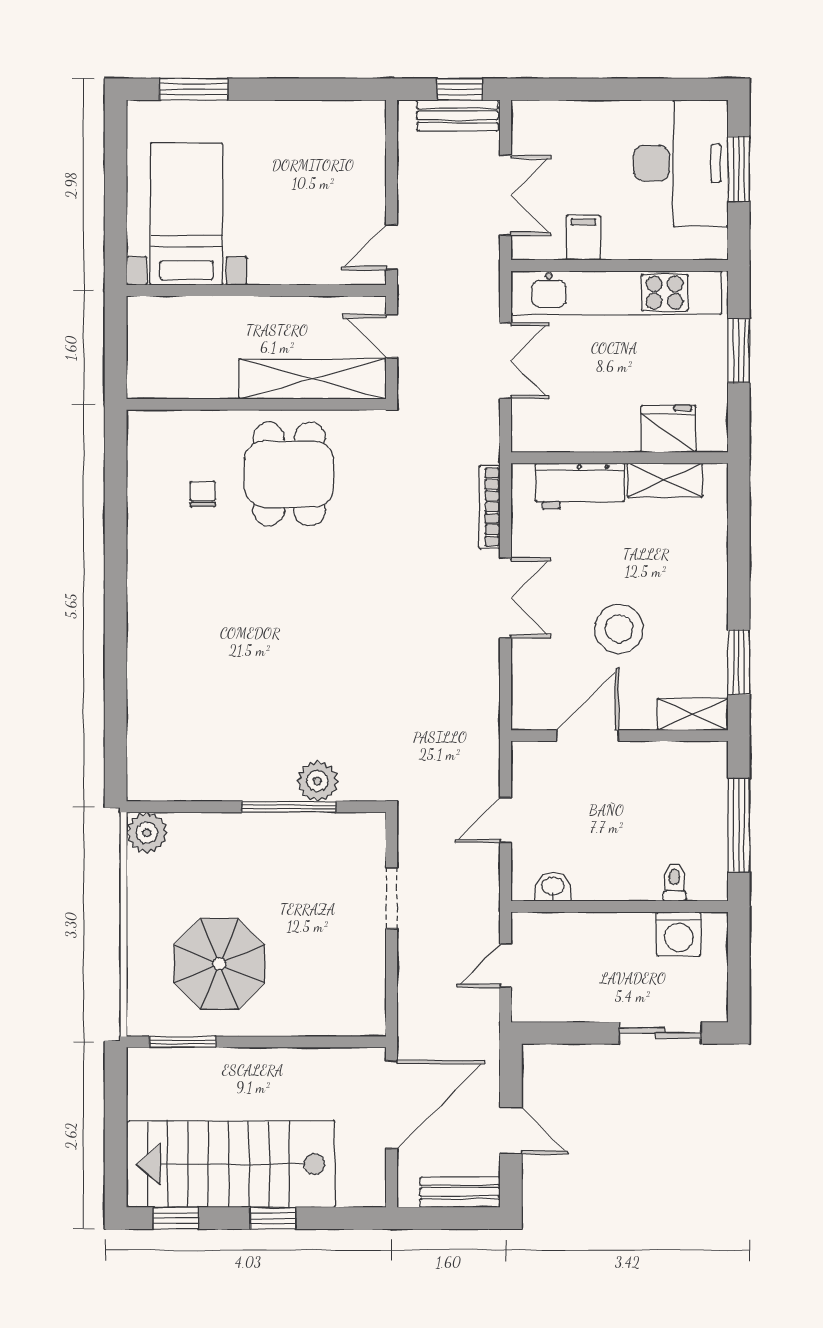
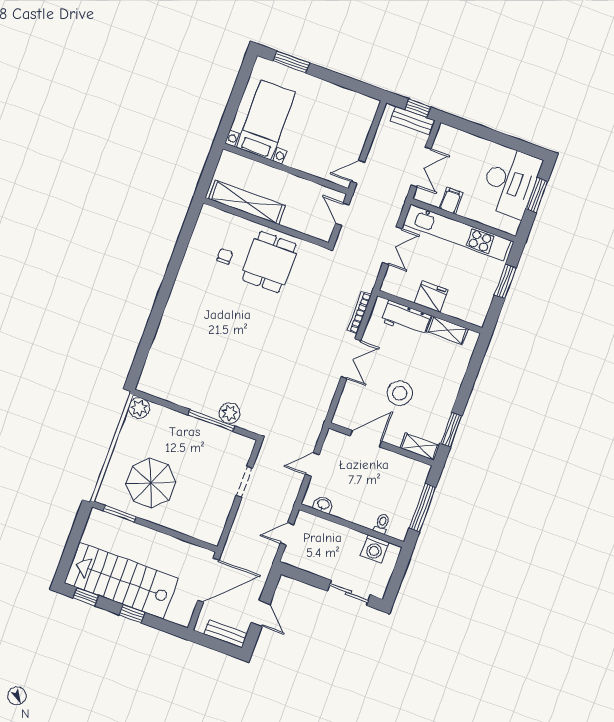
shelving: (313, 379) -> (247, 202), moved
fridge: (668, 429) -> (431, 297), moved

